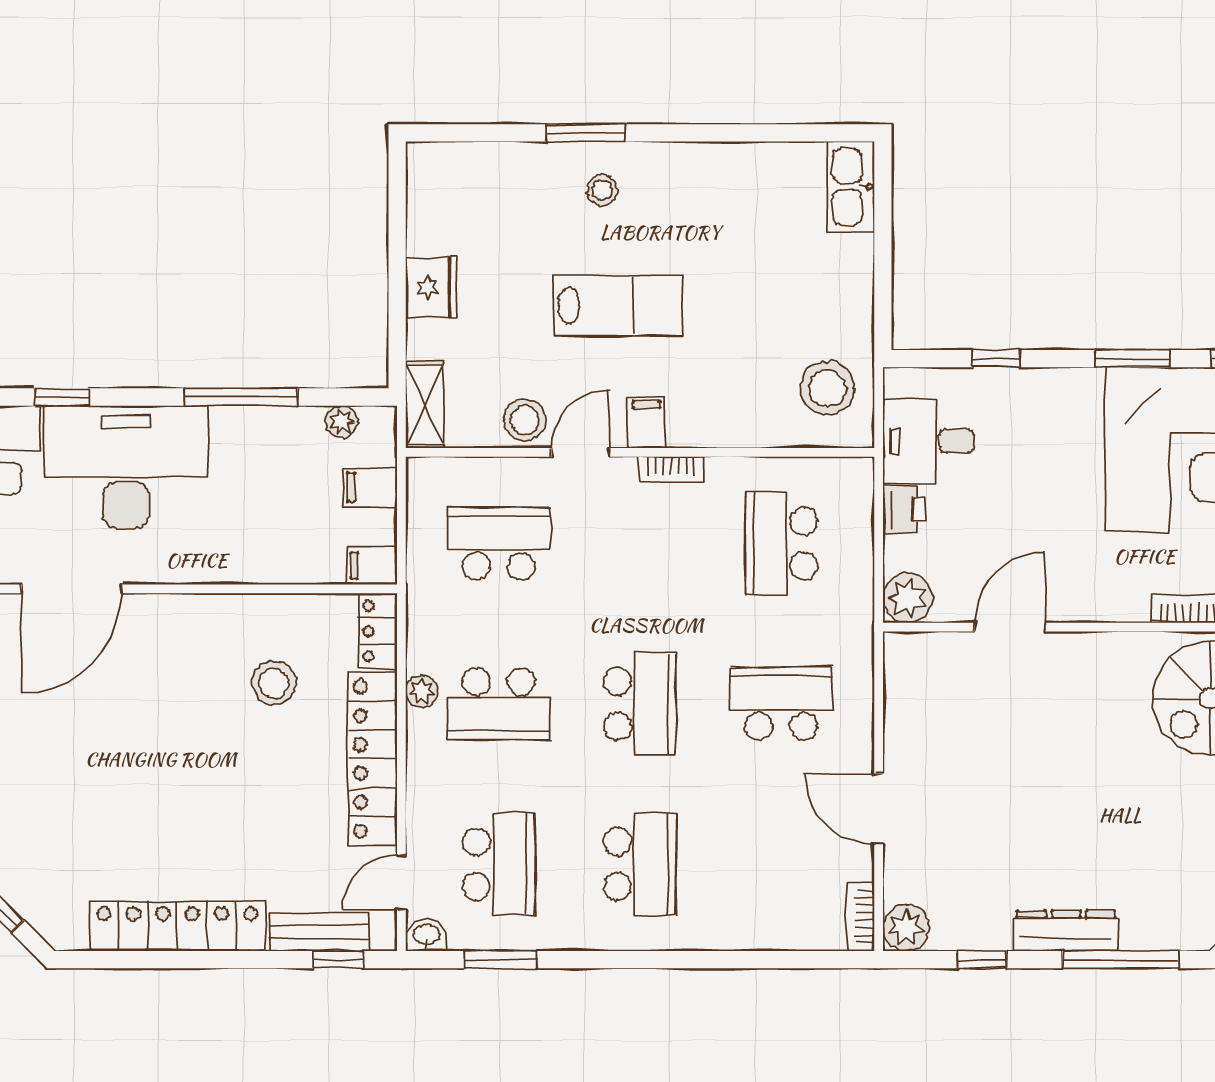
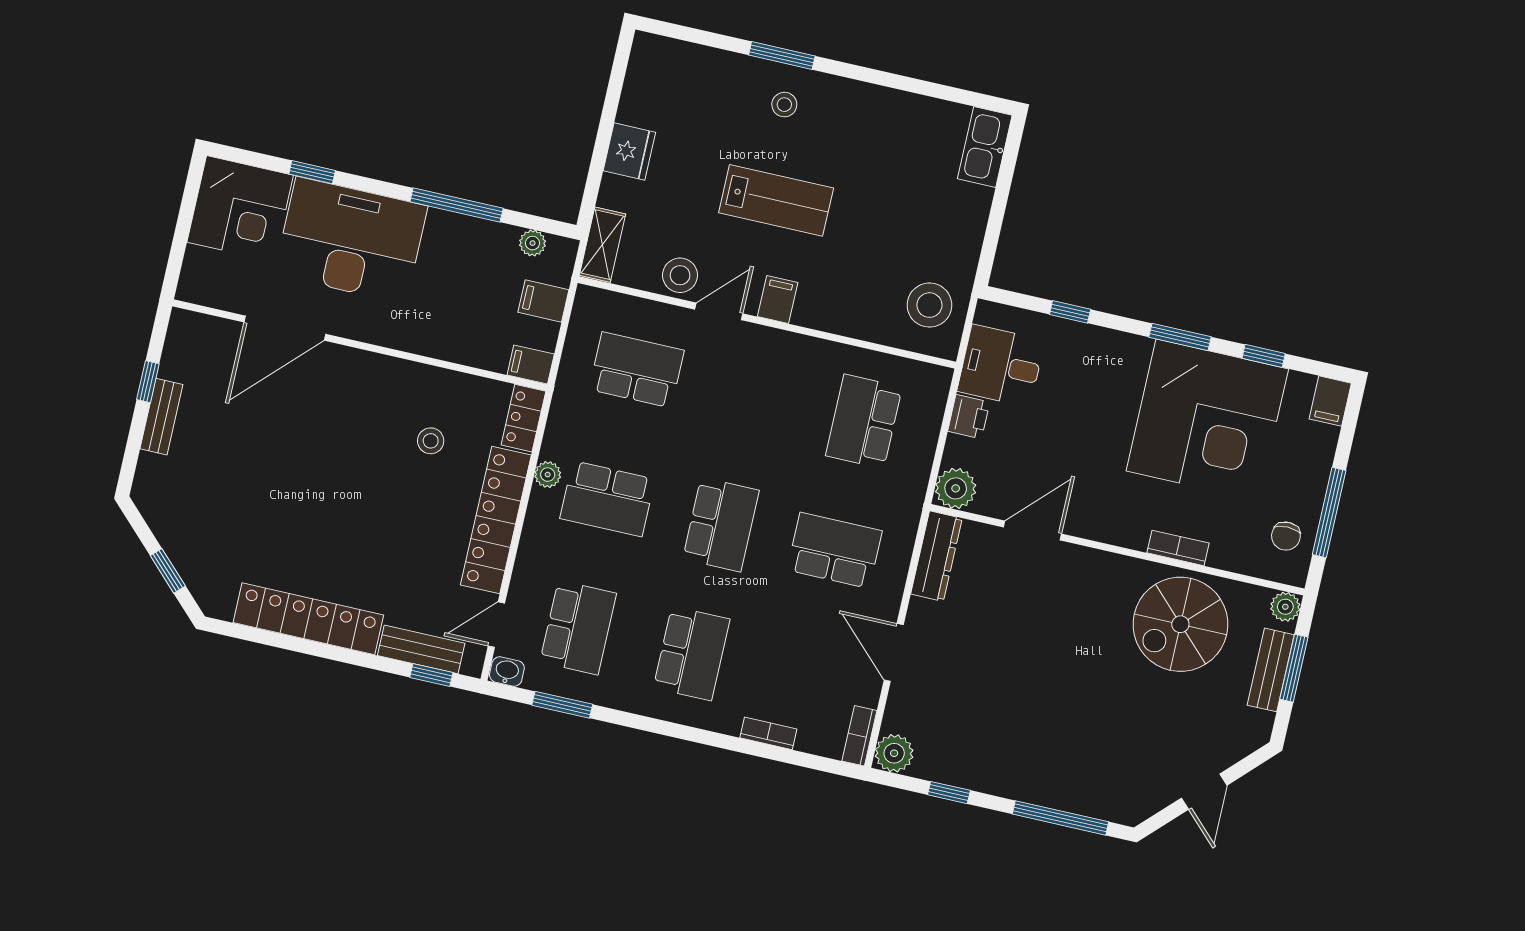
bookcase: (671, 470) -> (768, 733), moved, turned 180
stool: (274, 683) -> (431, 441), width x0.73, depth x0.73
dresser: (1066, 931) -> (936, 556), moved, turned 90

